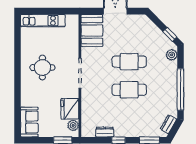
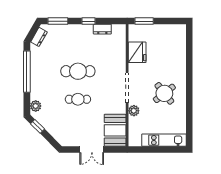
cafe table: (129, 62) -> (78, 99), width x0.73, depth x0.74
round table: (42, 68) -> (164, 93), turned -38
sofa: (29, 122) -> (177, 39), removed
plant: (73, 125) -> (134, 111), moved

